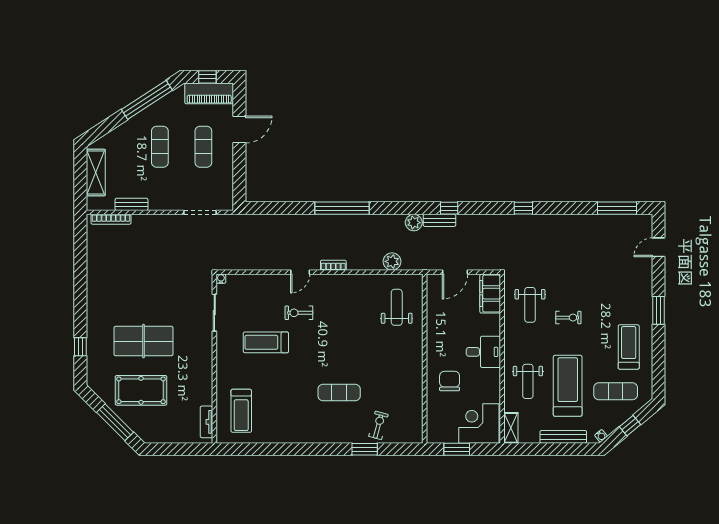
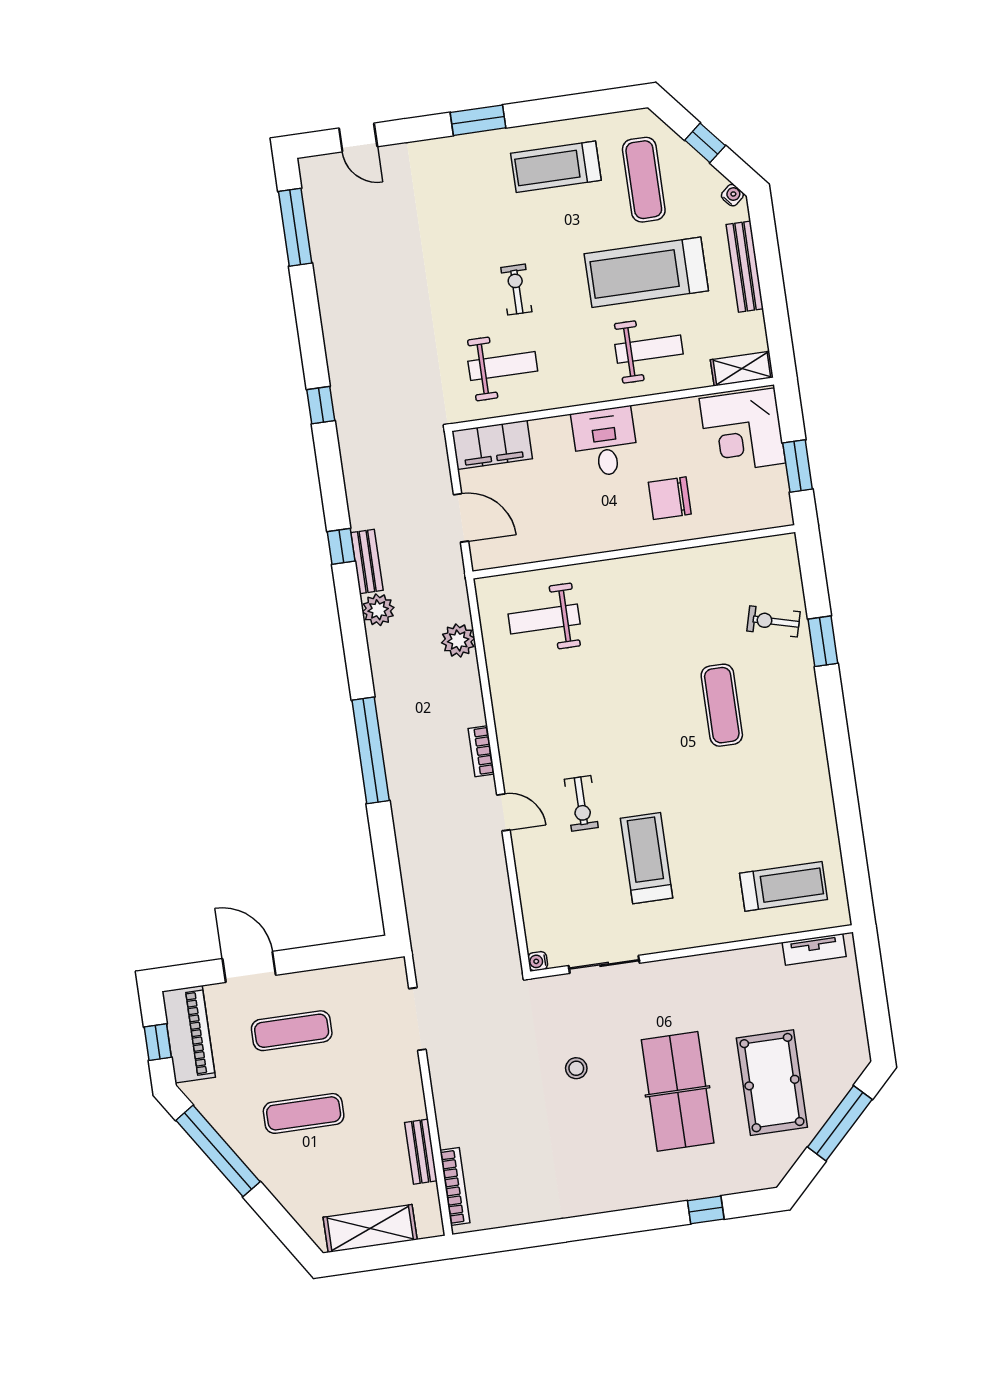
stool: (163, 291) -> (576, 1068), added
treadmill: (266, 342) -> (647, 858), turned 180

